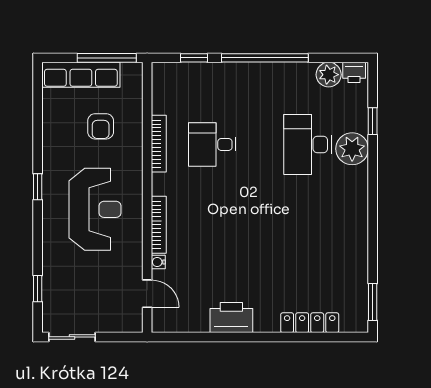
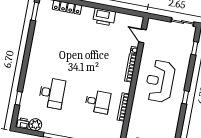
armchair: (101, 126) -> (150, 121), removed
plant: (352, 149) -> (31, 87), removed

